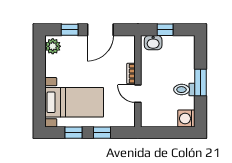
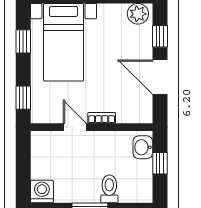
toilet: (184, 90) -> (109, 189), moved
door: (138, 94) -> (75, 127), hinge flipped
window: (102, 133) -> (23, 98), moved

